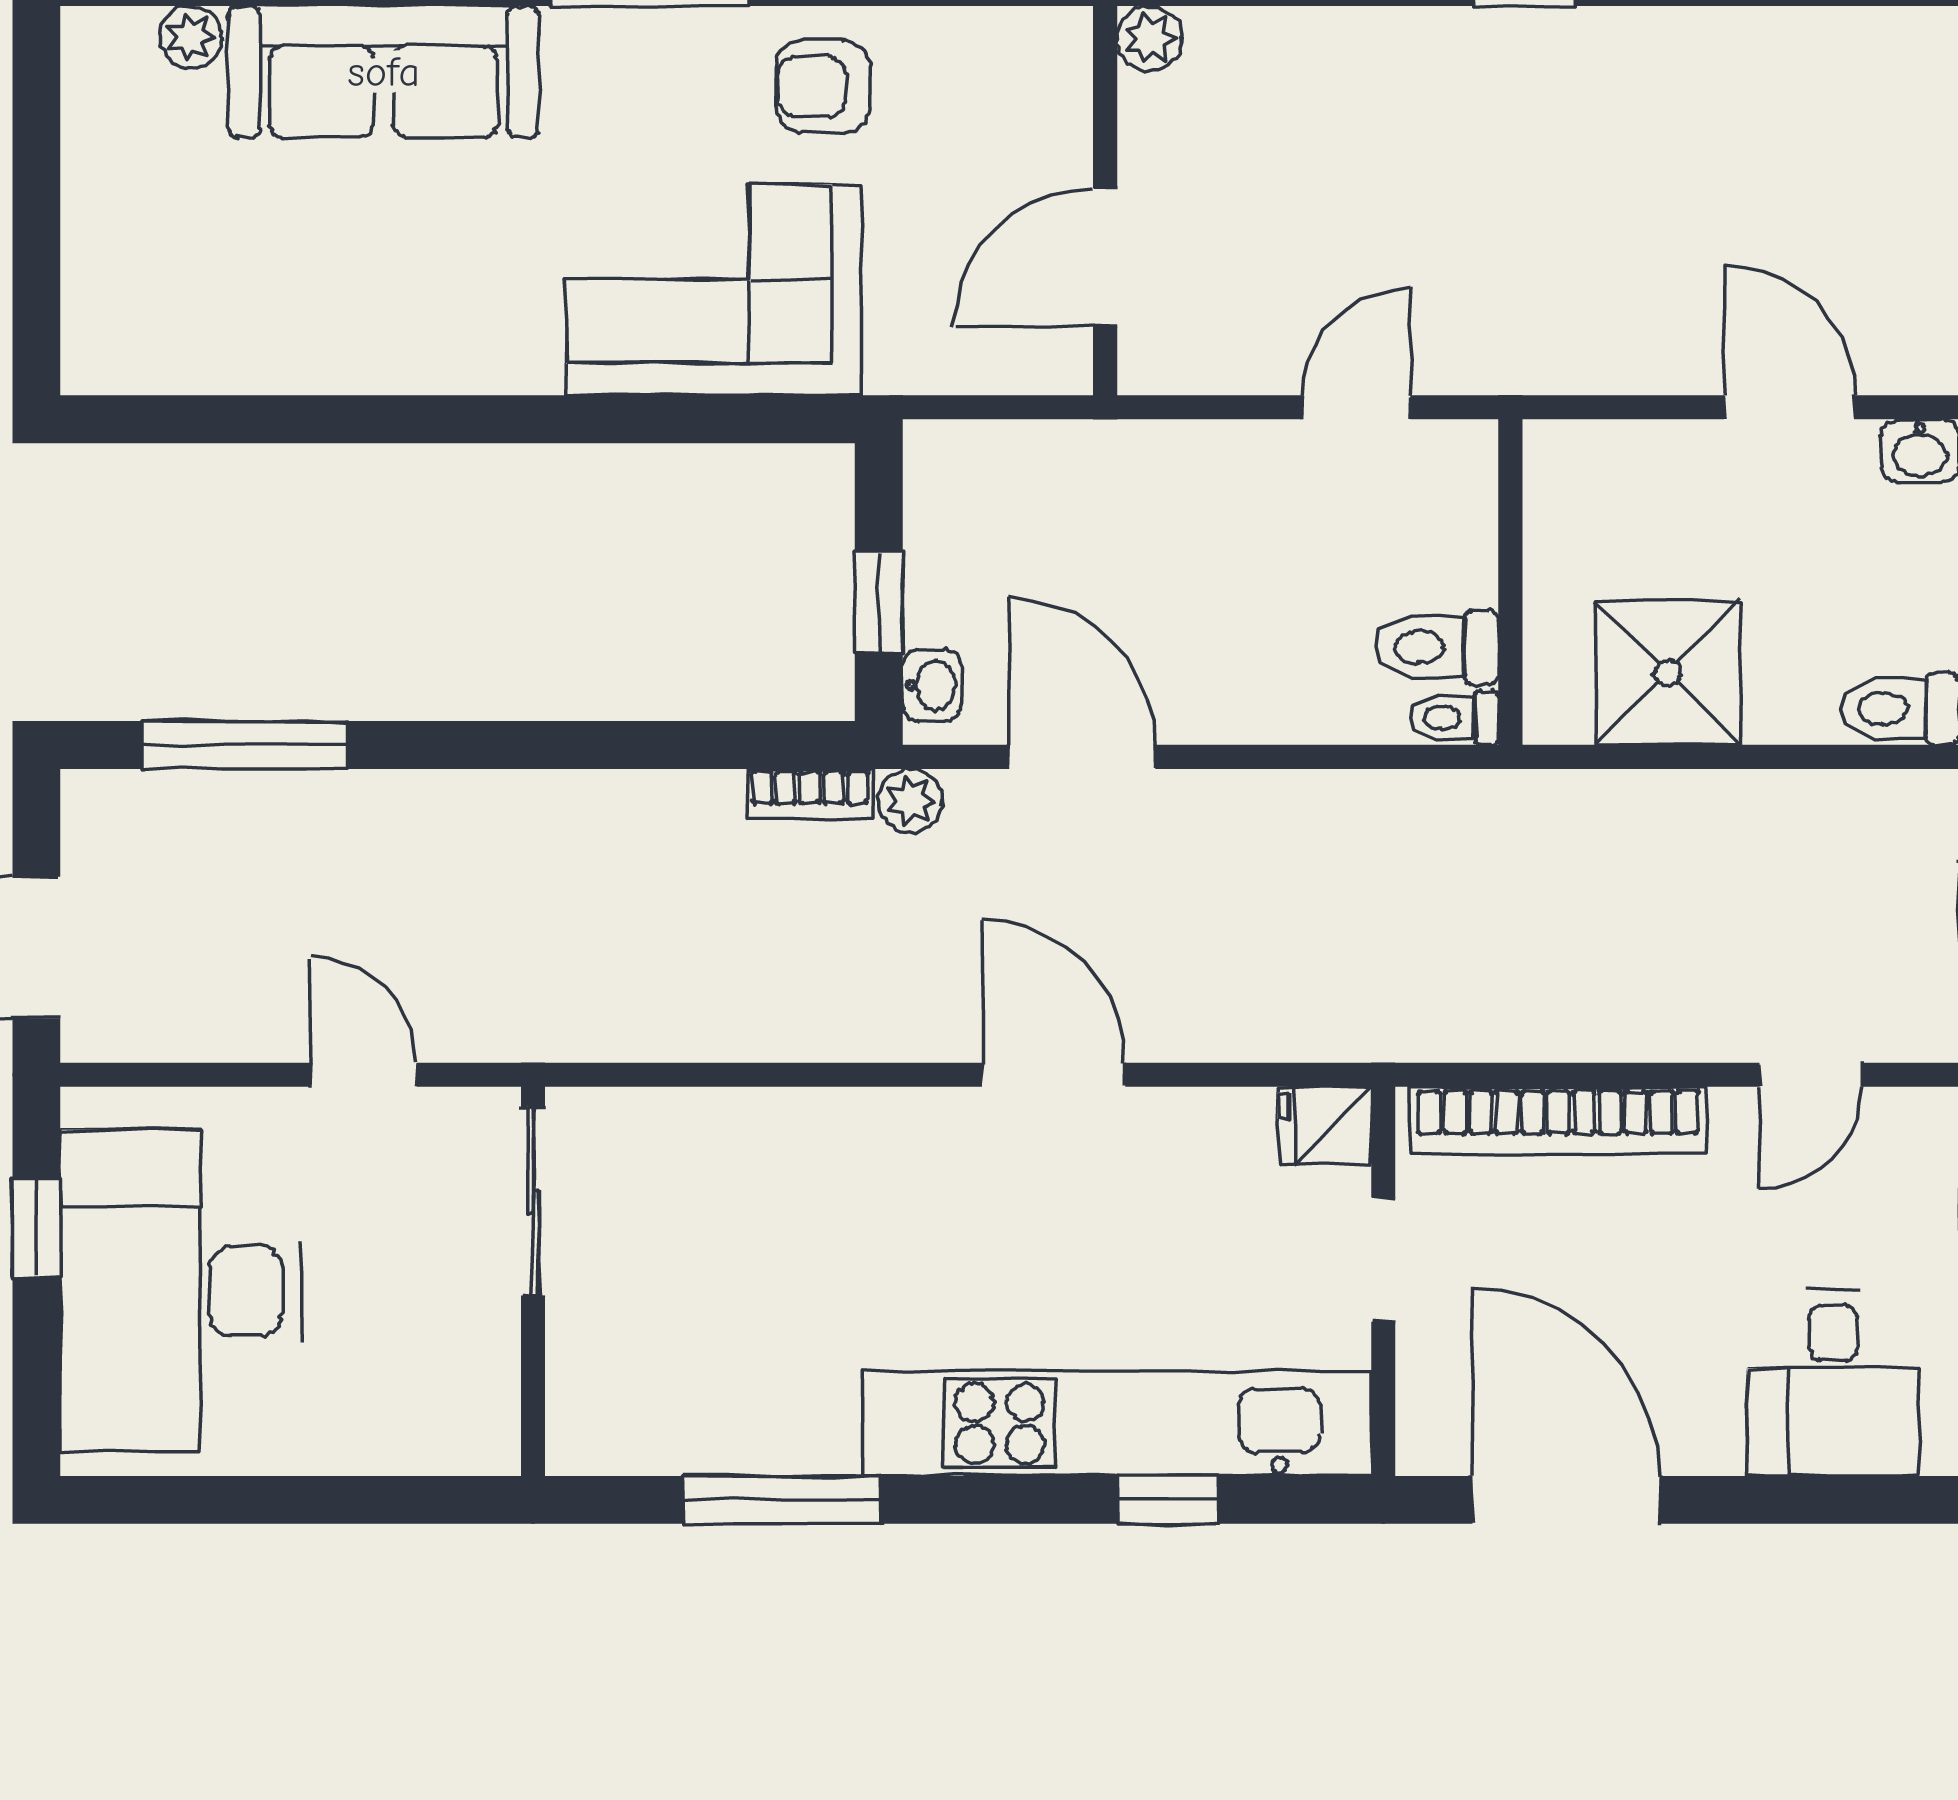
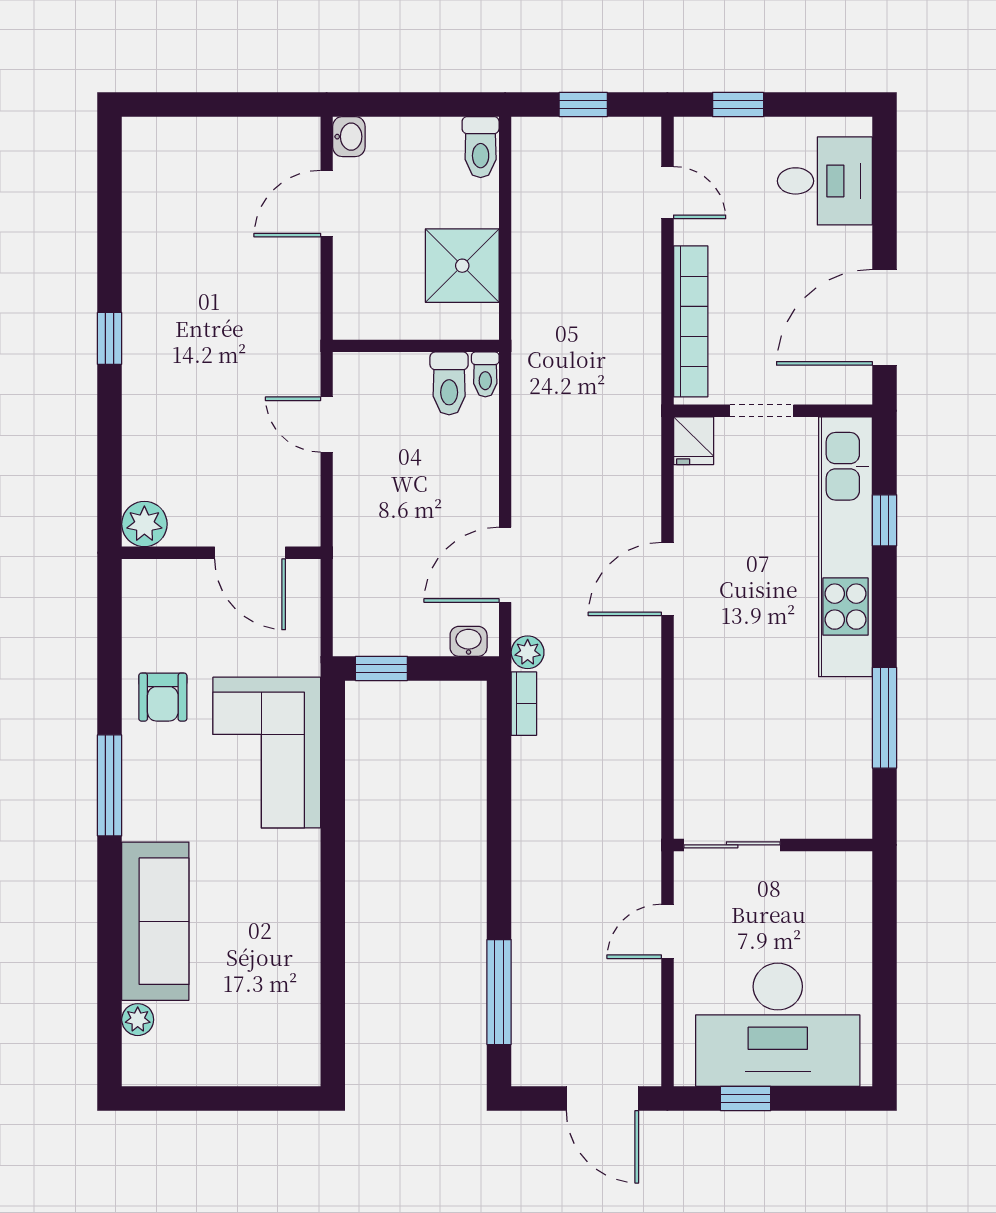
plant: (1149, 38) -> (144, 524), width x1.38, depth x1.38
window: (879, 602) -> (381, 668), moved

